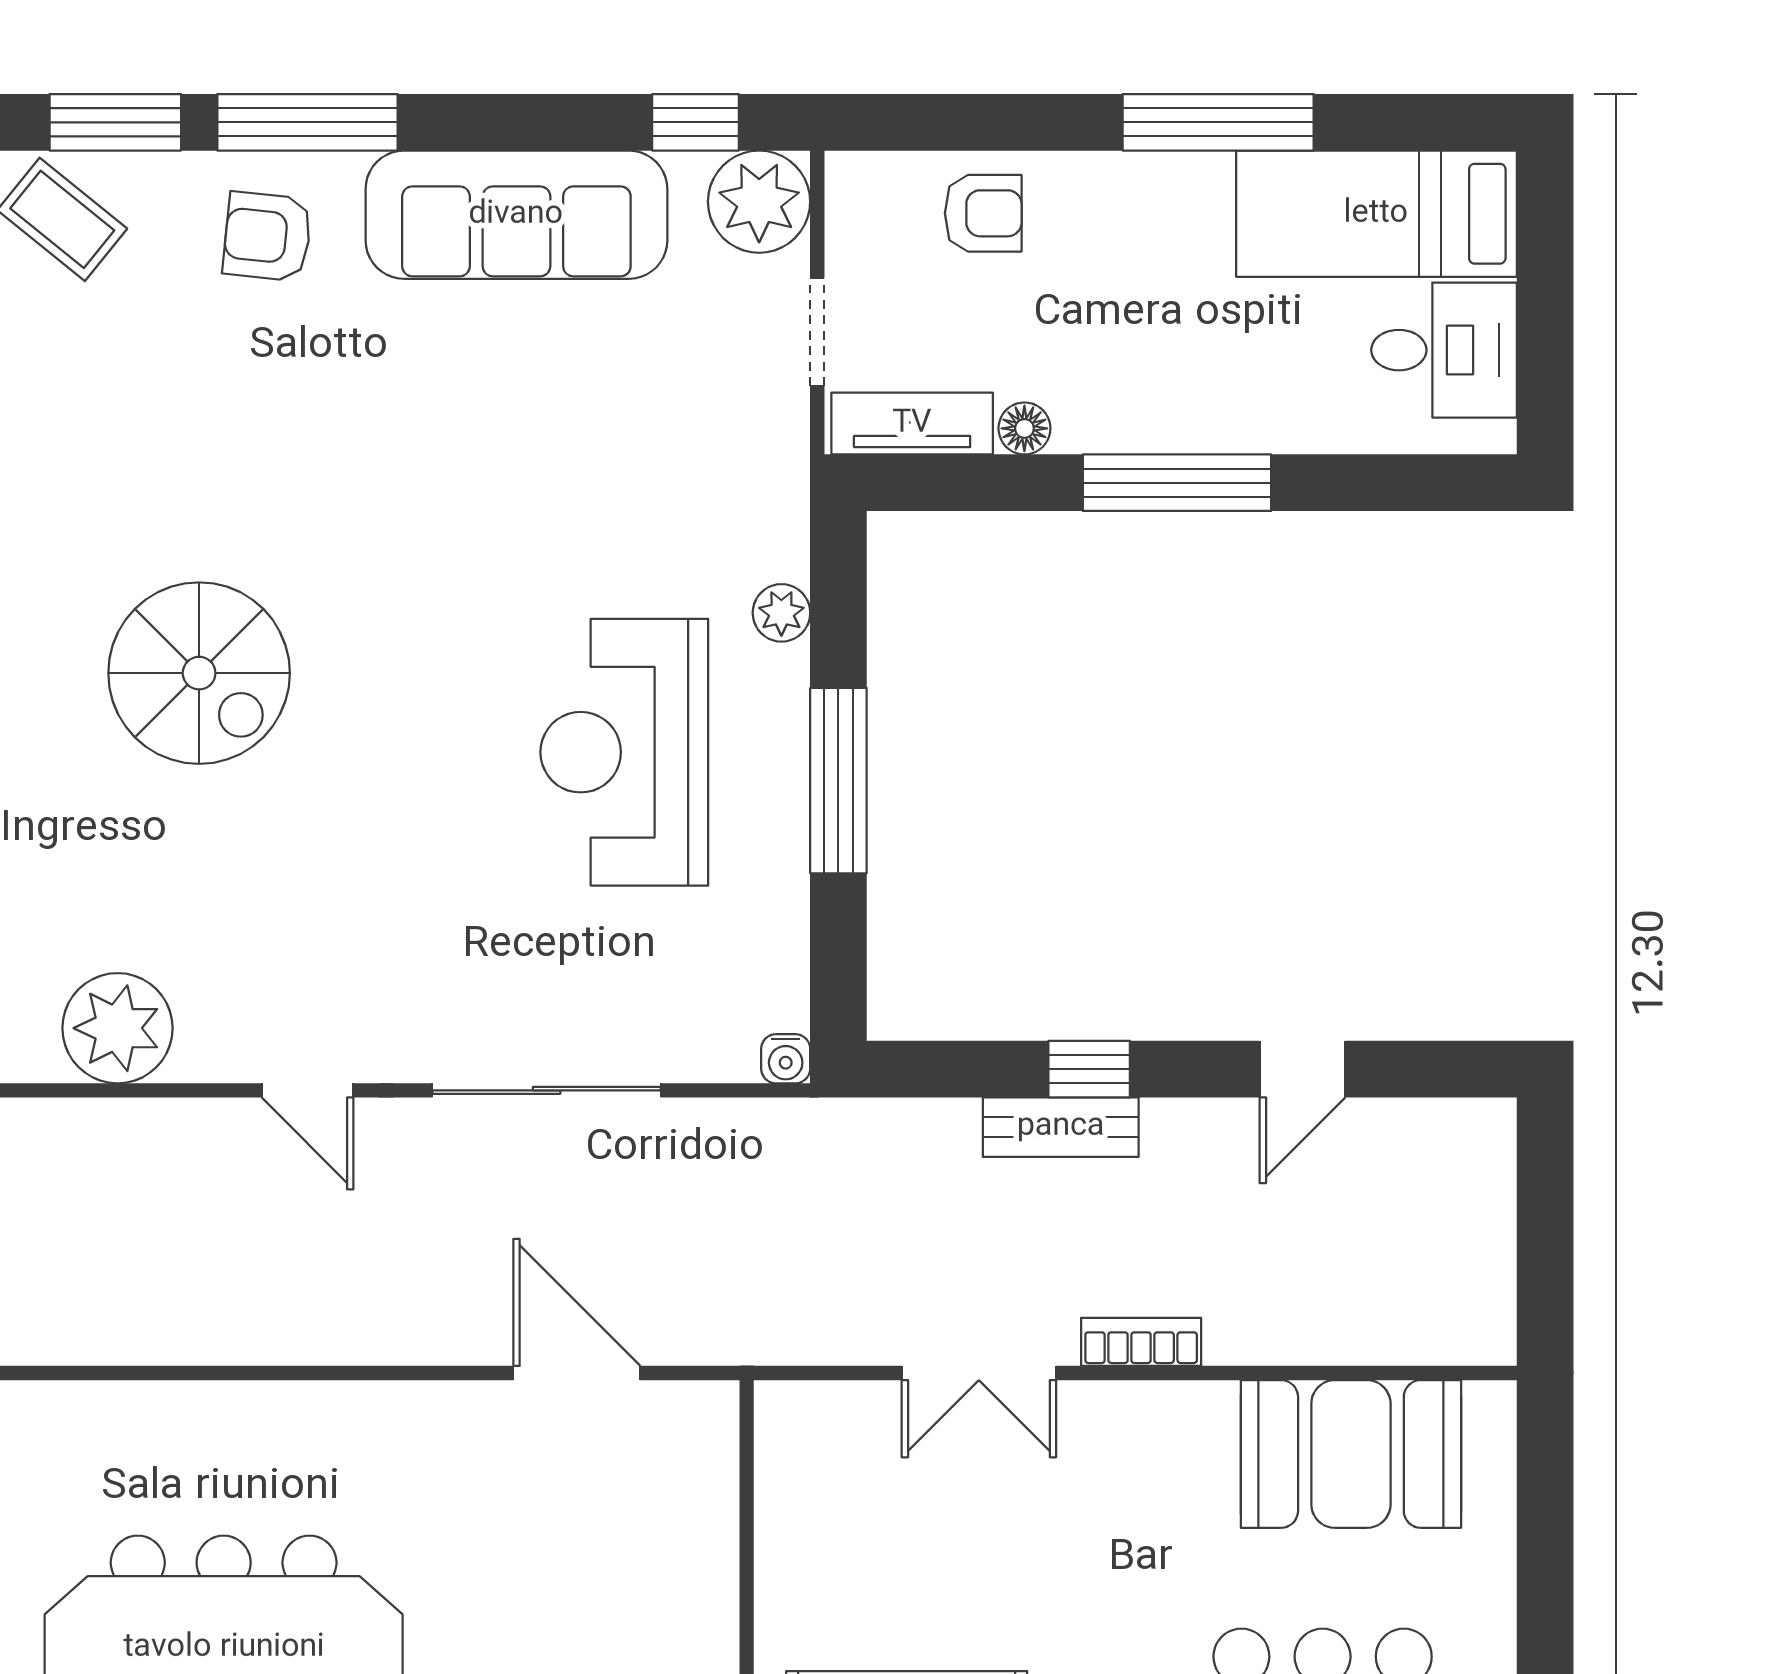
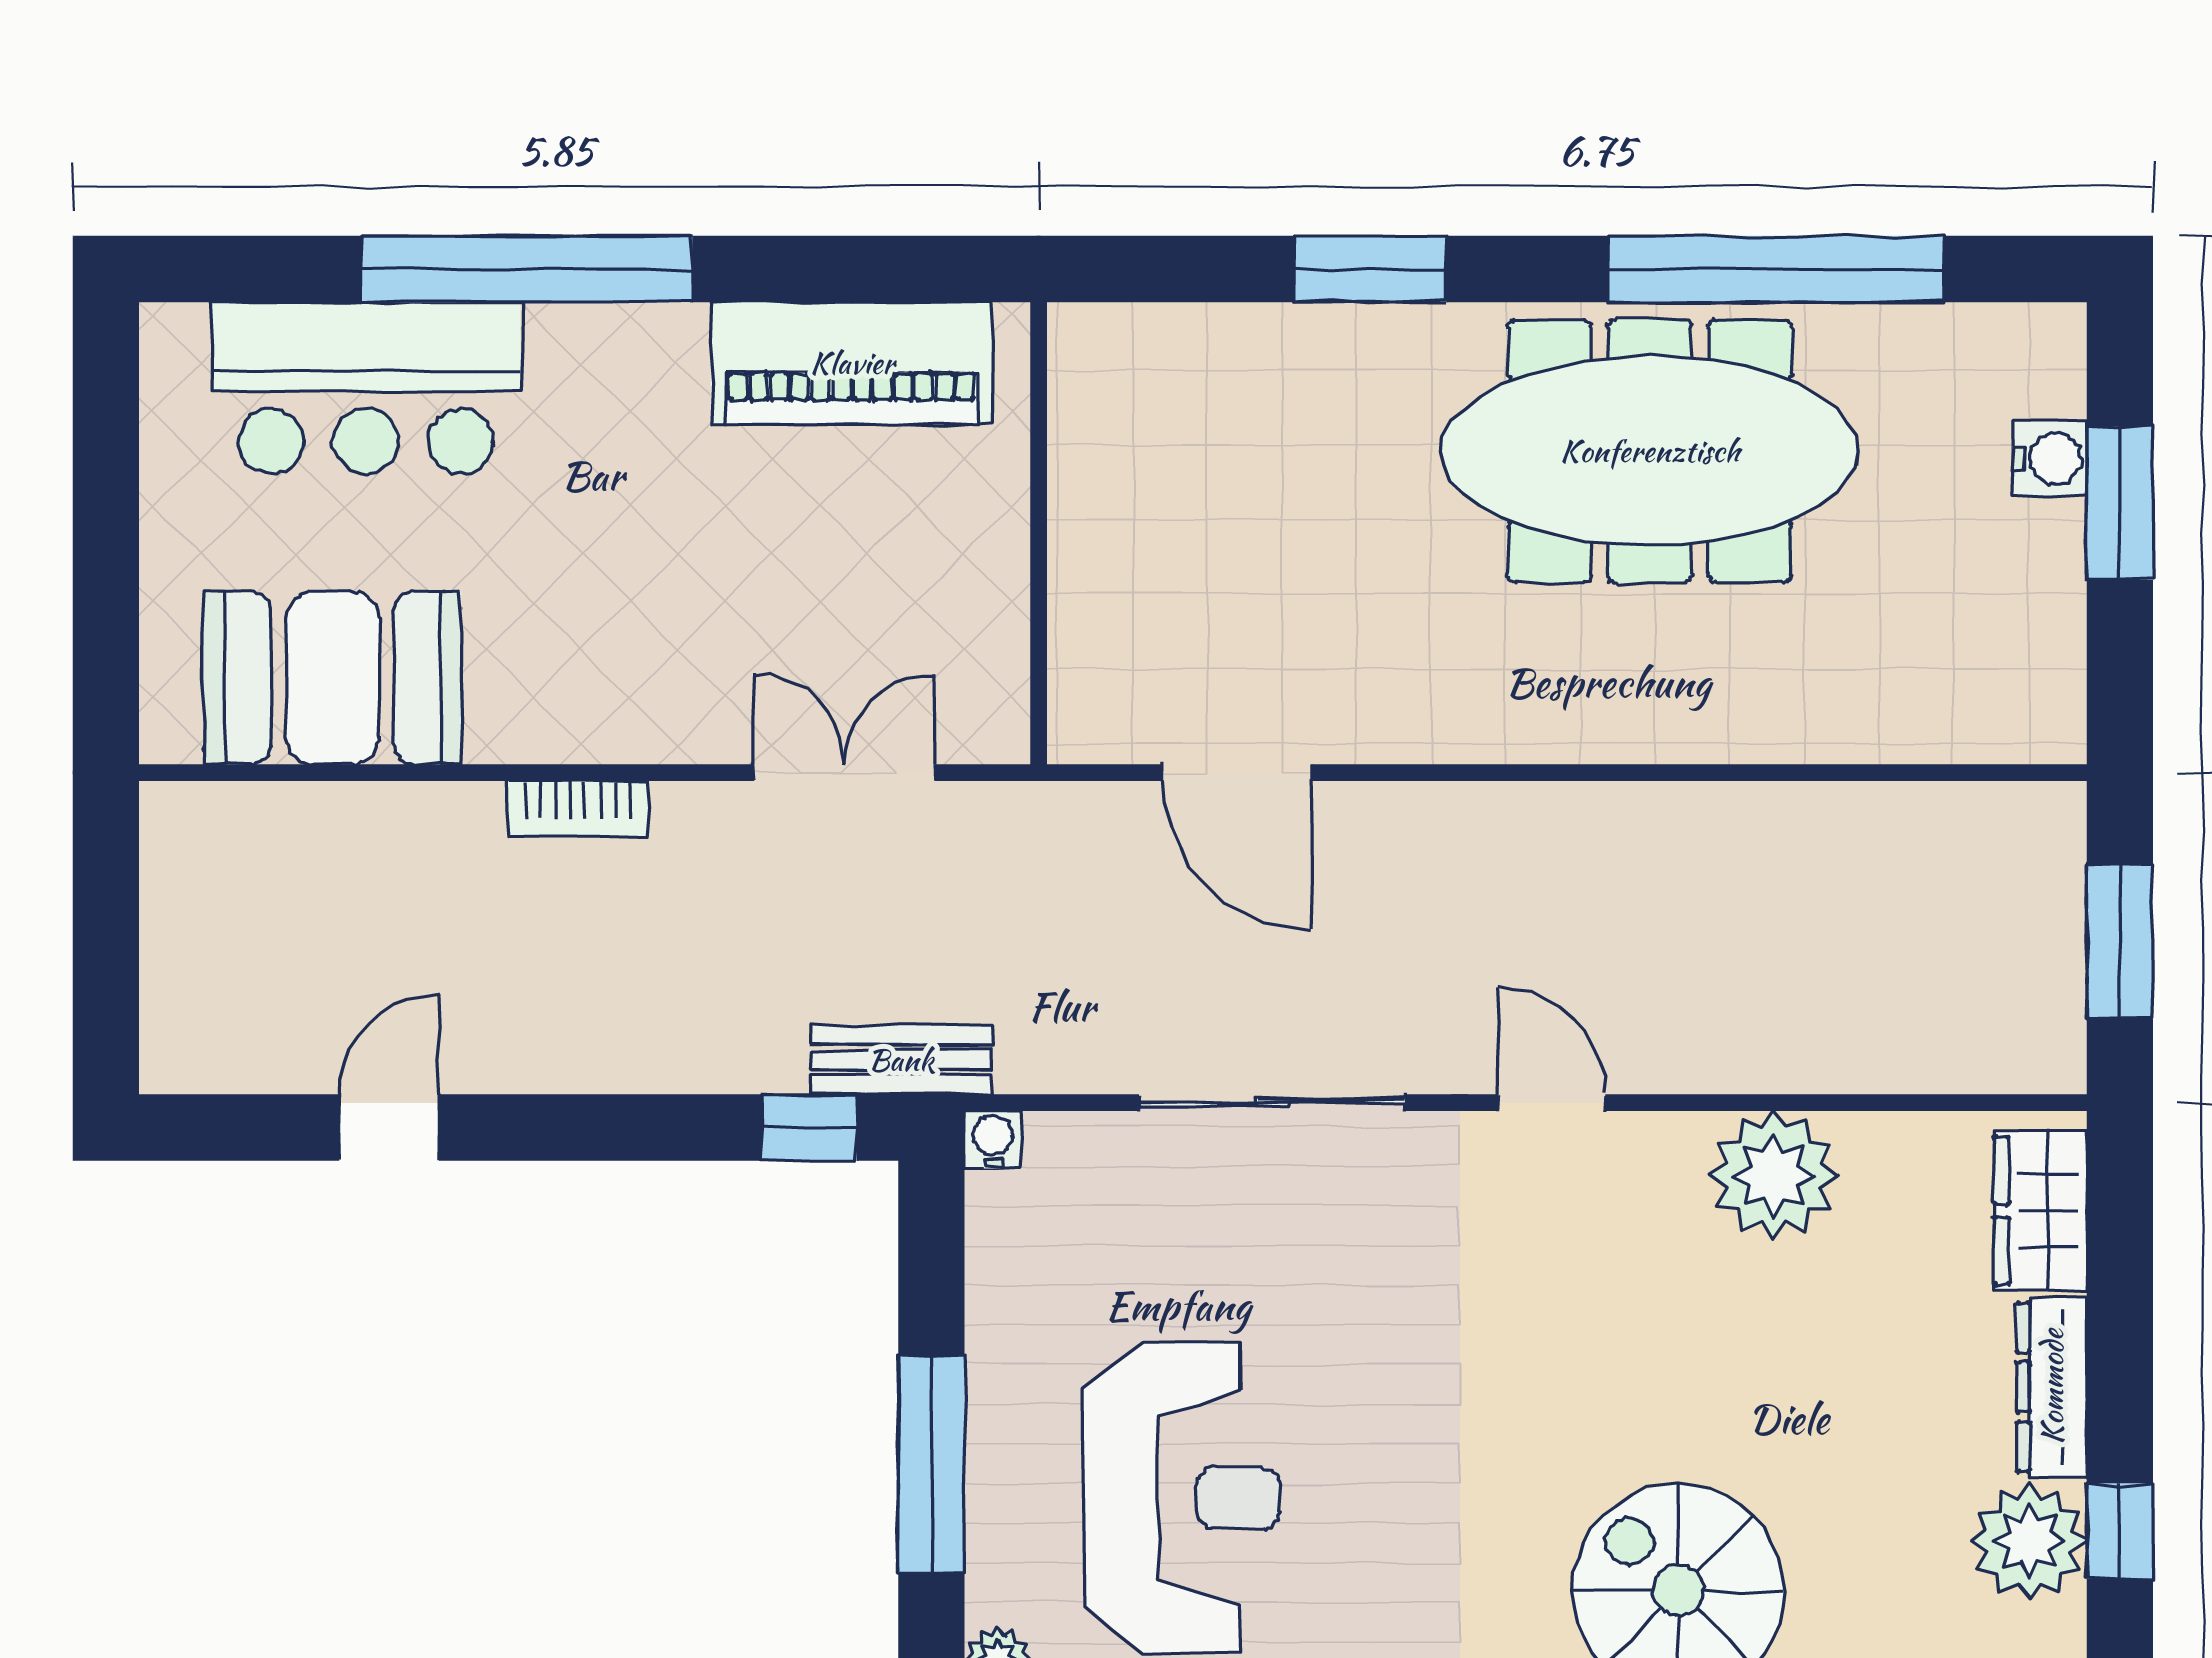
window: (1089, 1069) -> (809, 1127), moved
bench: (1061, 1127) -> (901, 1060), moved
double door: (979, 1373) -> (844, 773), moved

